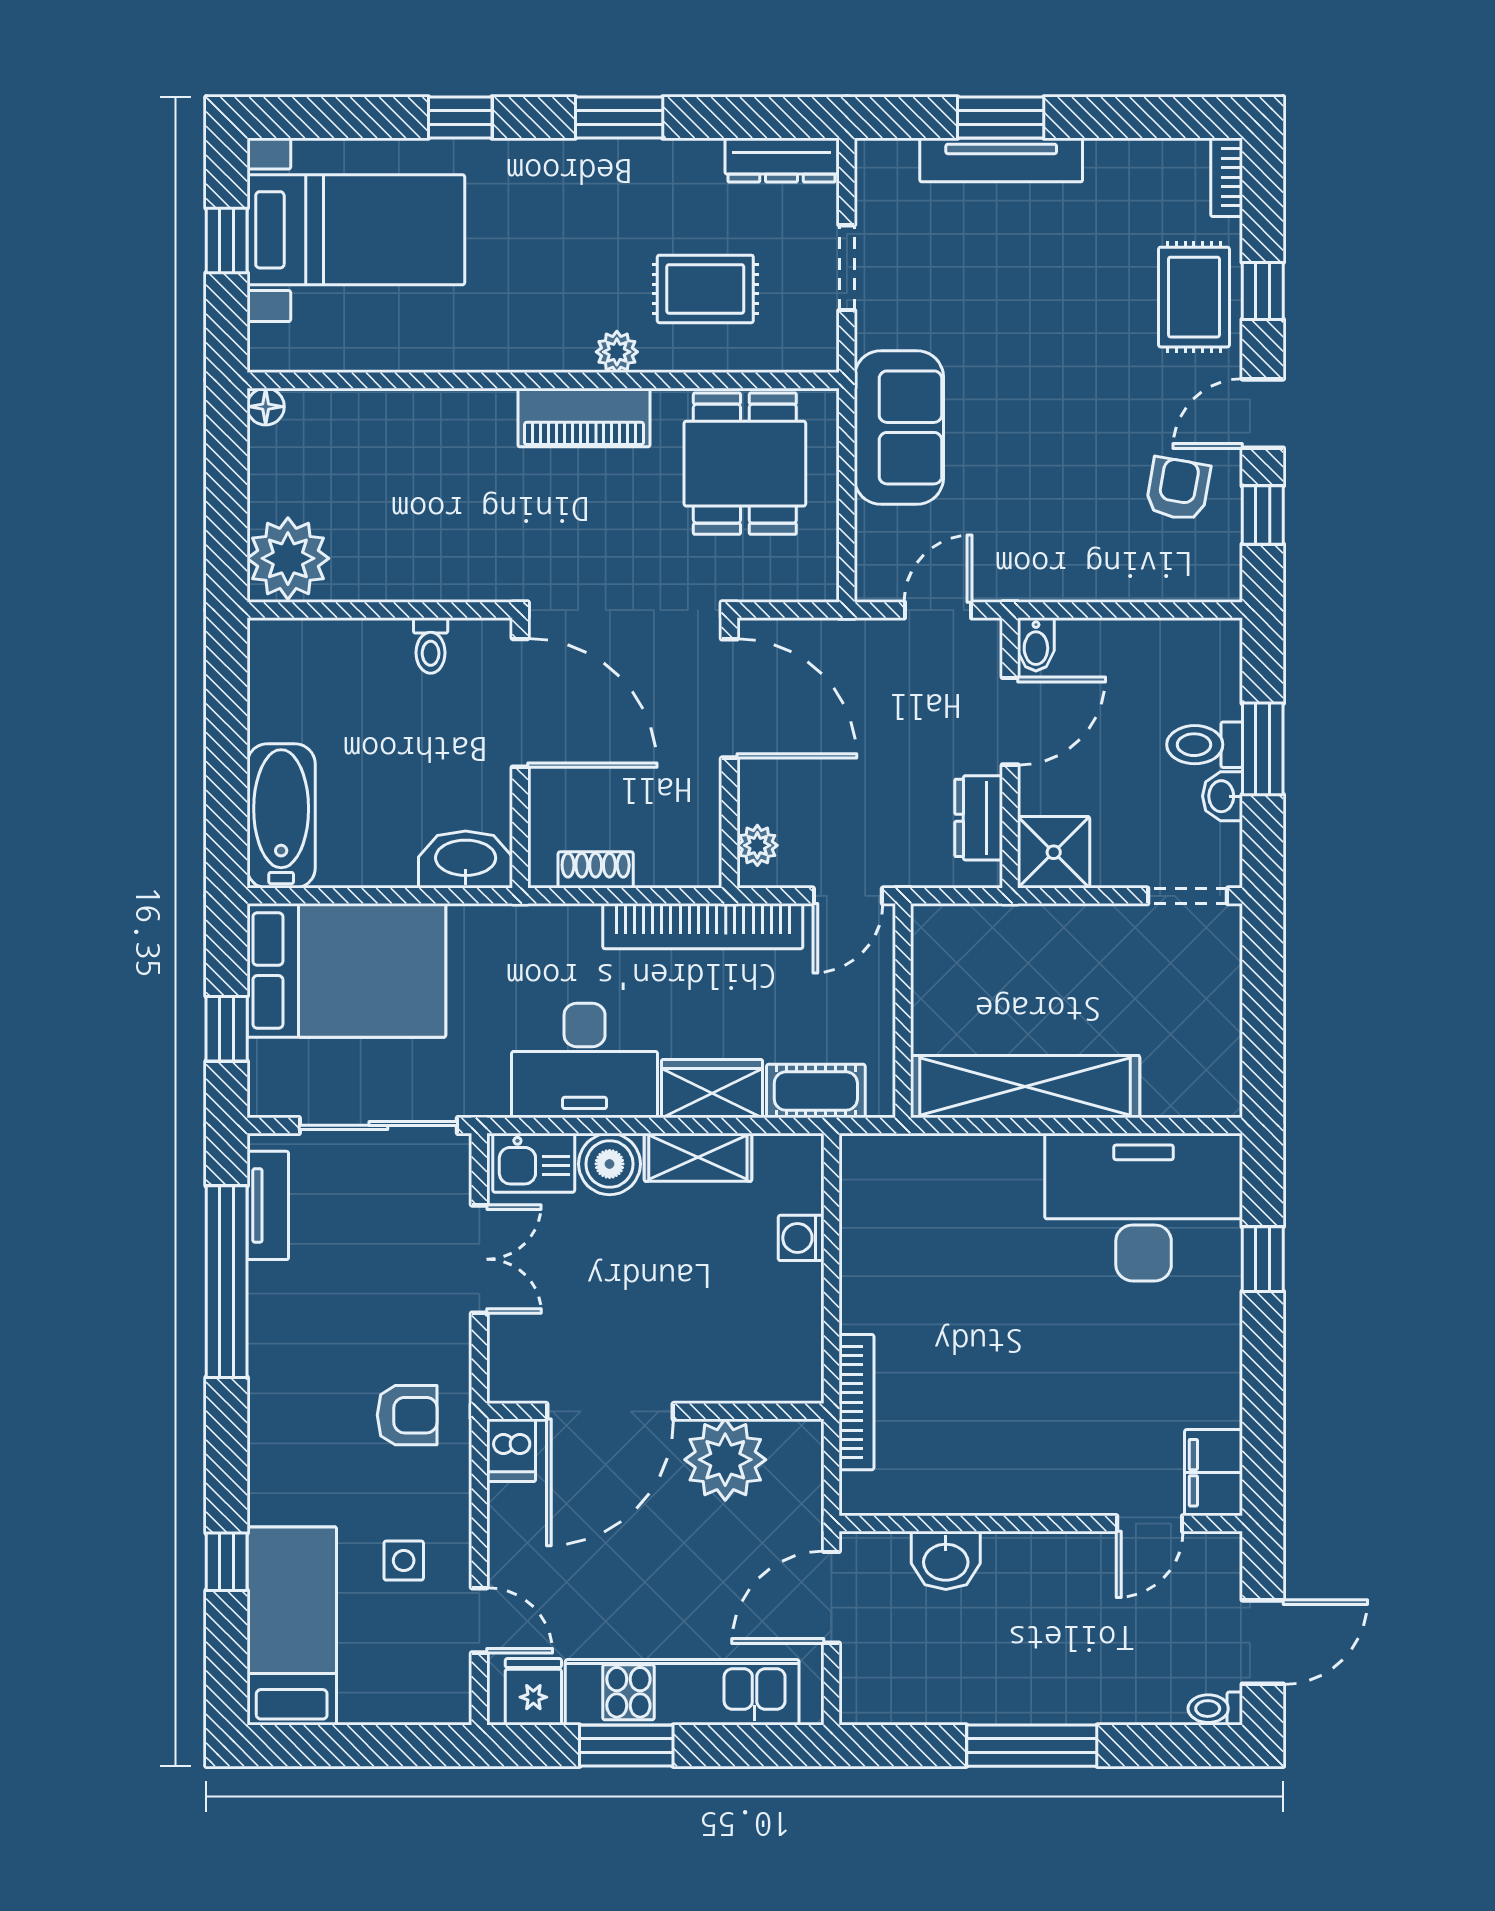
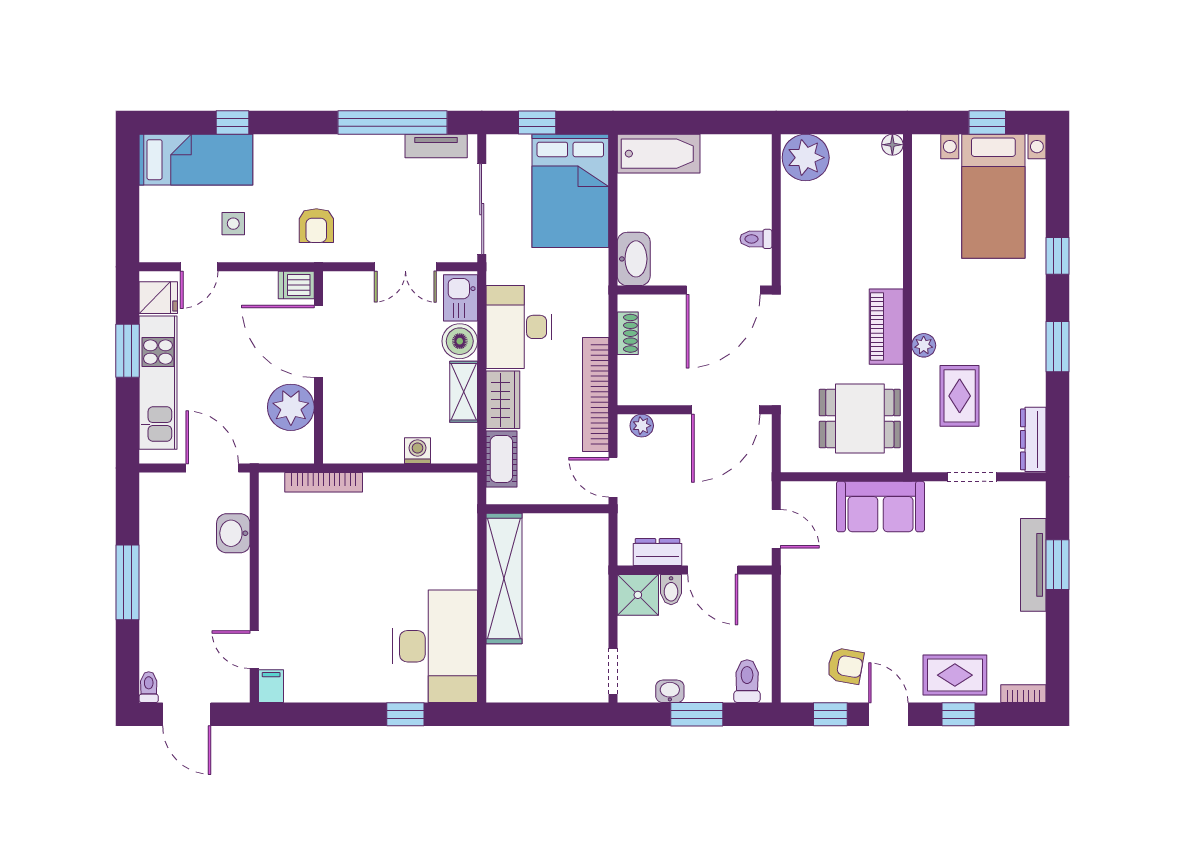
bidet: (1036, 644) -> (671, 590), moved, turned -90
toilet: (1205, 745) -> (747, 681), moved
filing cabinet: (1213, 1473) -> (271, 686), width x0.50

